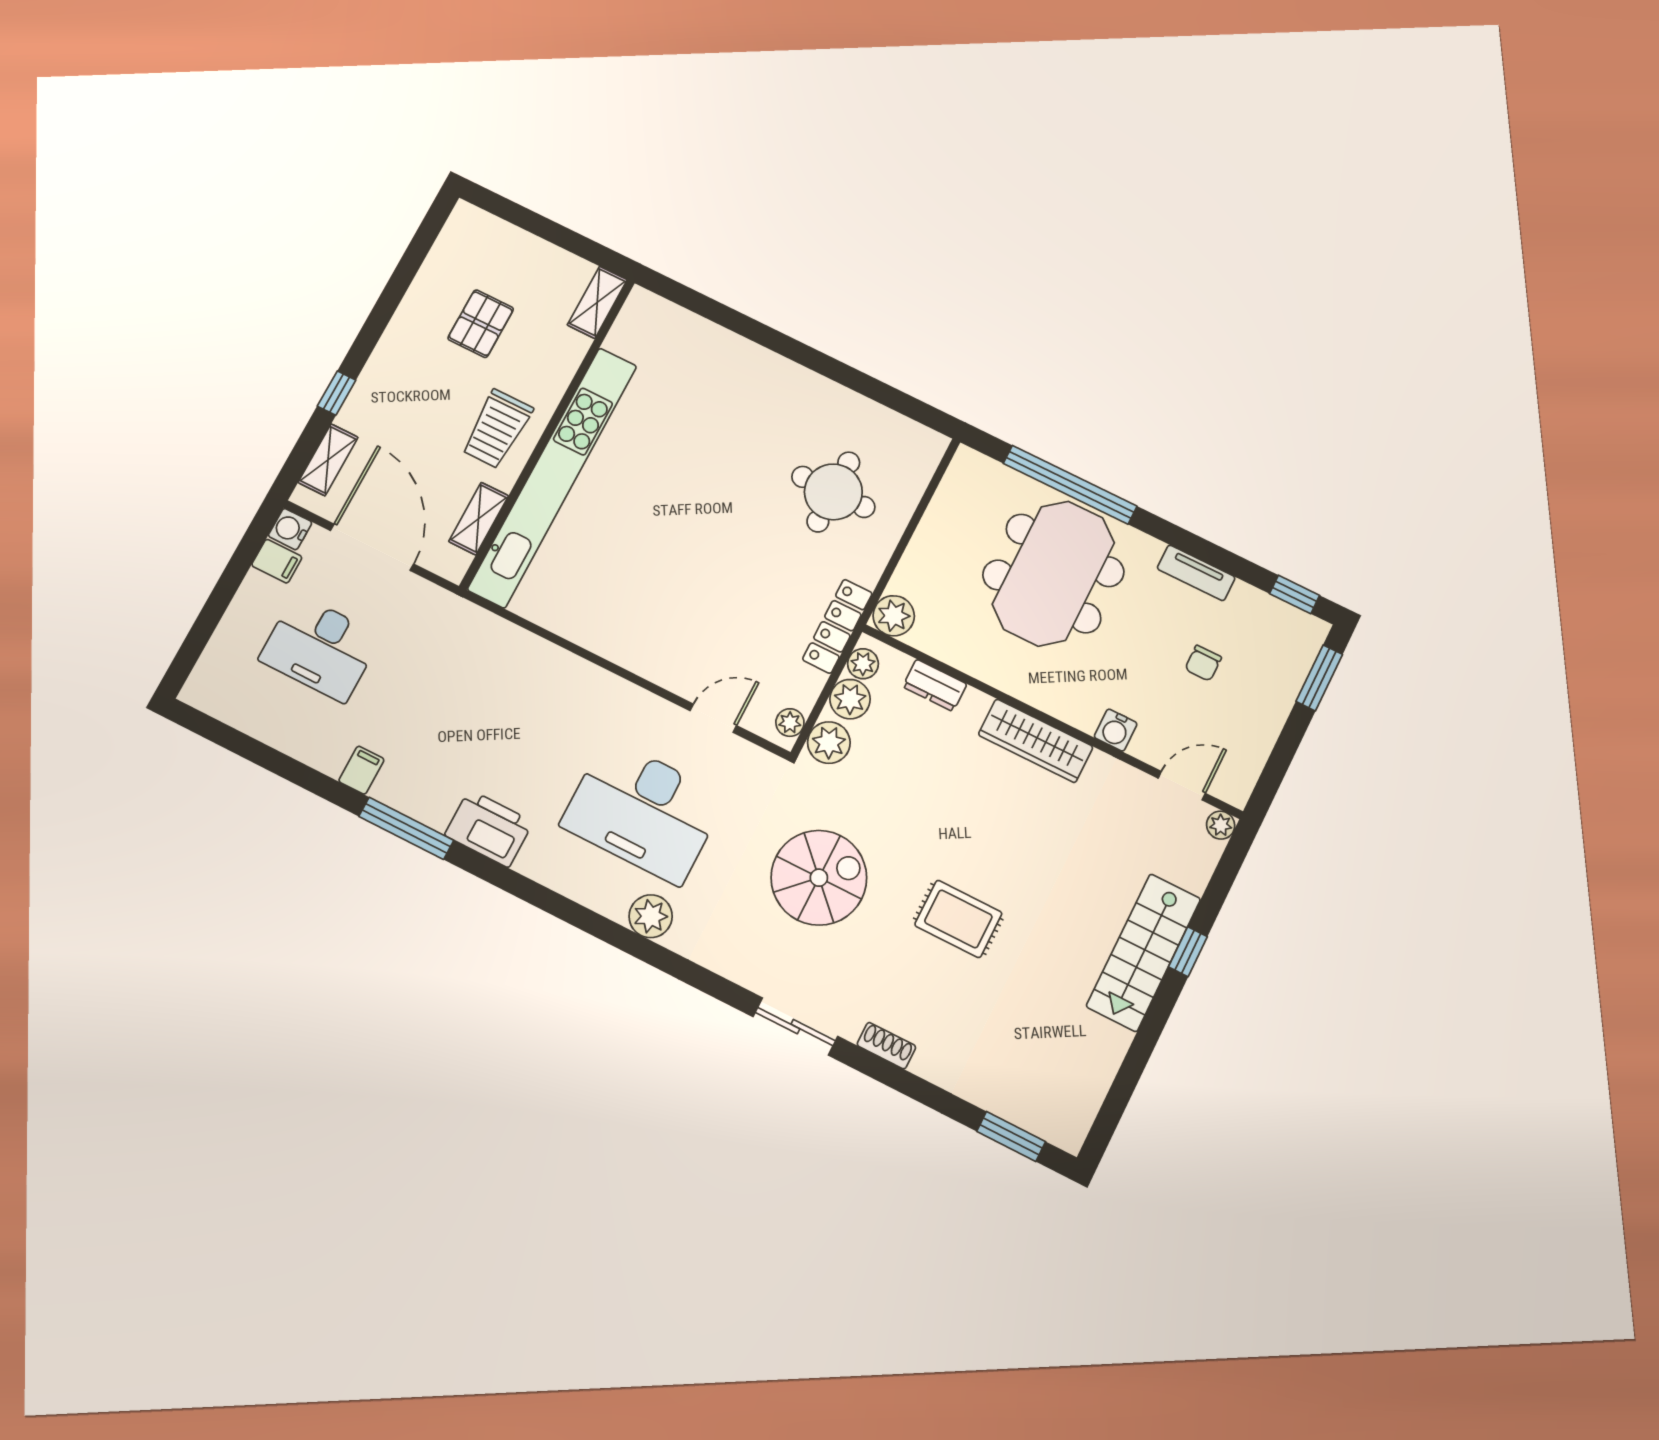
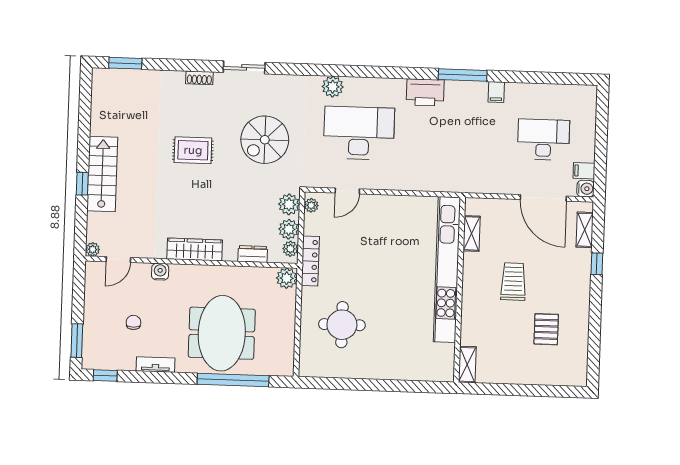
shelving: (597, 302) -> (467, 365), moved
wall: (548, 433) -> (459, 290), moved
kitchen unit: (553, 477) -> (447, 269), moved
shelving: (479, 519) -> (472, 233), moved

